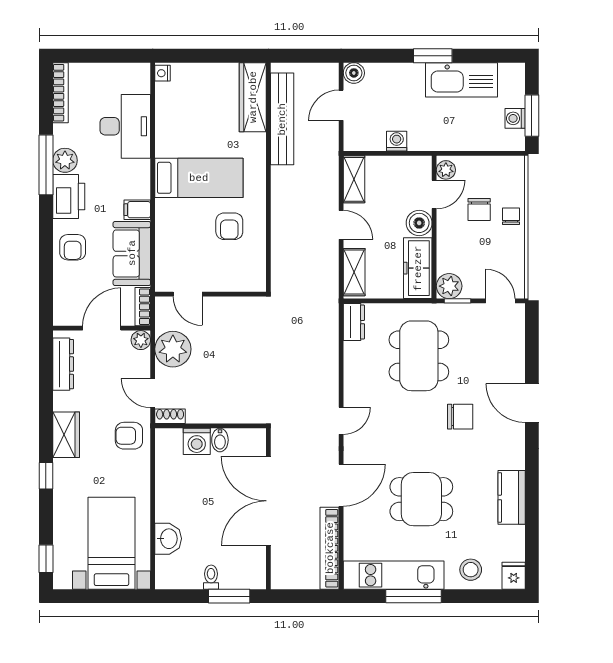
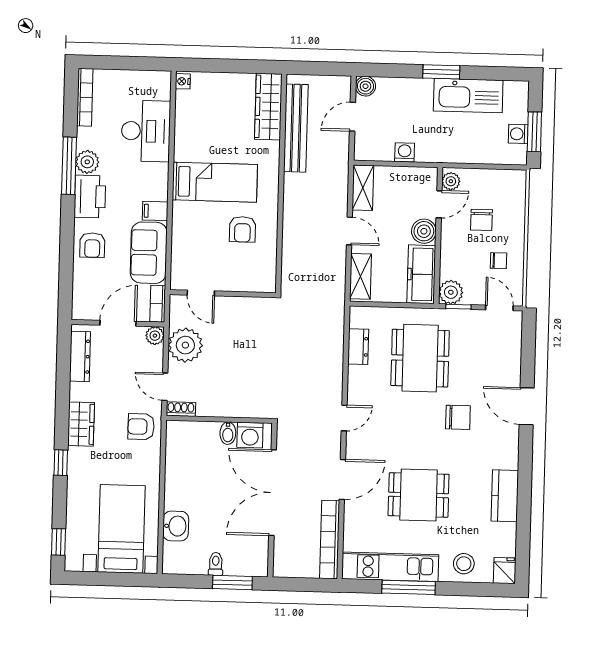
chair: (511, 216) -> (499, 261), moved, turned 90
dresser: (354, 322) -> (358, 347), moved
washing machine: (197, 441) -> (250, 435), moved

